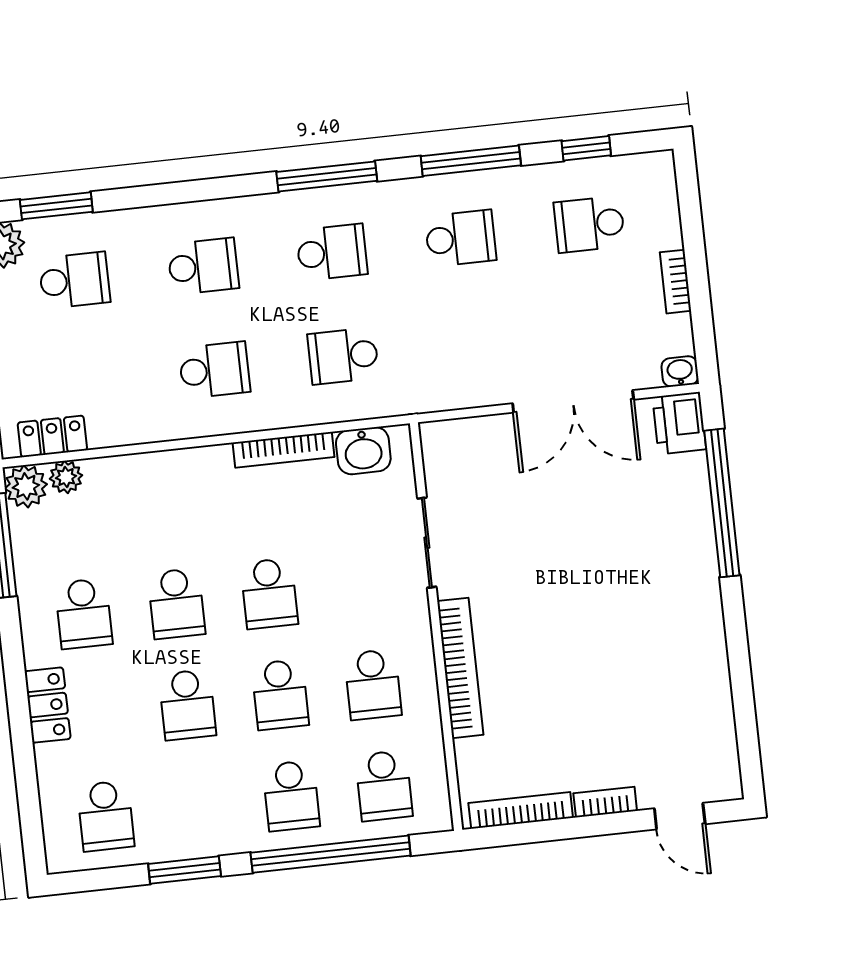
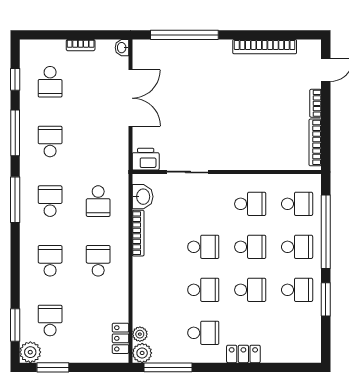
printer: (679, 423) -> (146, 159), moved, turned 180
bookcase: (460, 668) -> (265, 47), moved, turned 180
school desk: (106, 816) -> (297, 290), moved

